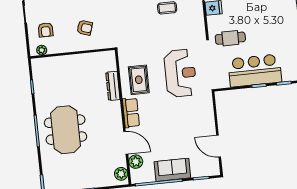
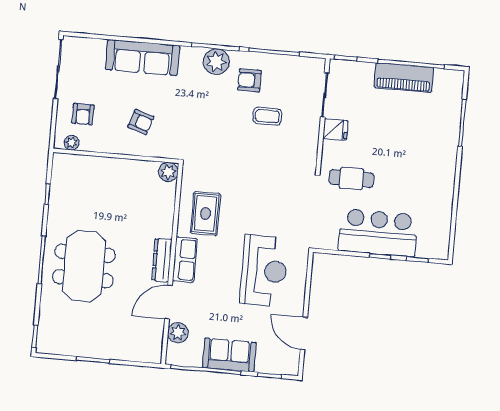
reception desk: (180, 73) -> (264, 271), moved
dresser: (113, 86) -> (162, 260), moved
door: (126, 143) -> (169, 302), swing flipped
plant: (121, 174) -> (168, 172), moved

